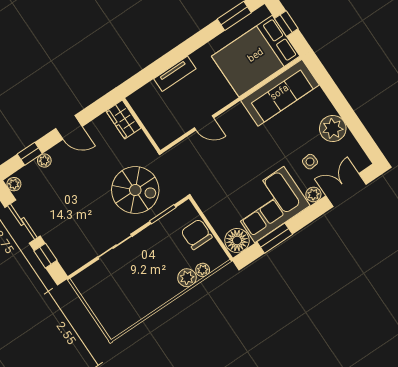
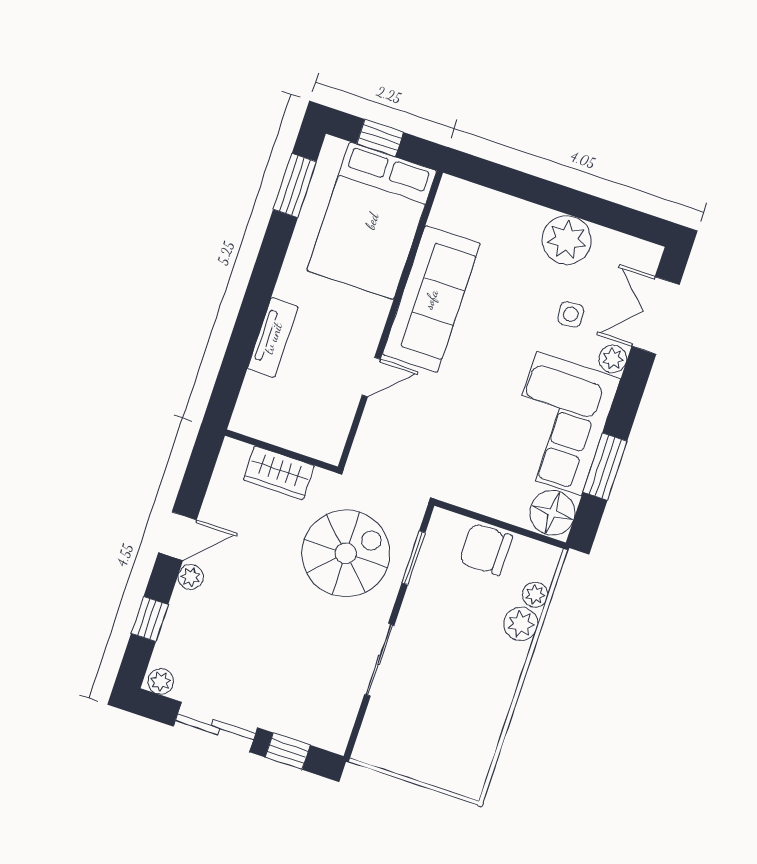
sofa: (280, 93) -> (431, 299), moved
wardrobe: (124, 120) -> (279, 473), moved
plant: (44, 161) -> (191, 577), moved

